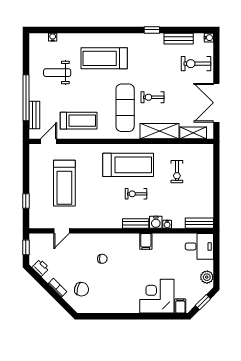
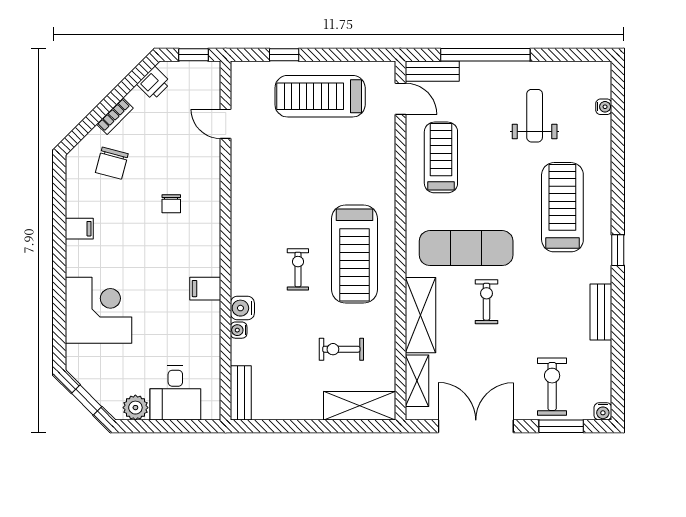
window: (152, 30) -> (618, 250), moved
bench: (179, 39) -> (601, 312), moved
window: (216, 59) -> (561, 426), added
bench: (34, 115) -> (432, 71), moved
treadmill: (79, 121) -> (441, 157), turned 180
shelving: (206, 162) -> (360, 406), added
treadmill: (64, 183) -> (320, 96), moved
bench: (136, 223) -> (240, 269), removed
desk: (199, 246) -> (175, 393), moved
filing cabinet: (180, 306) -> (79, 229), moved

